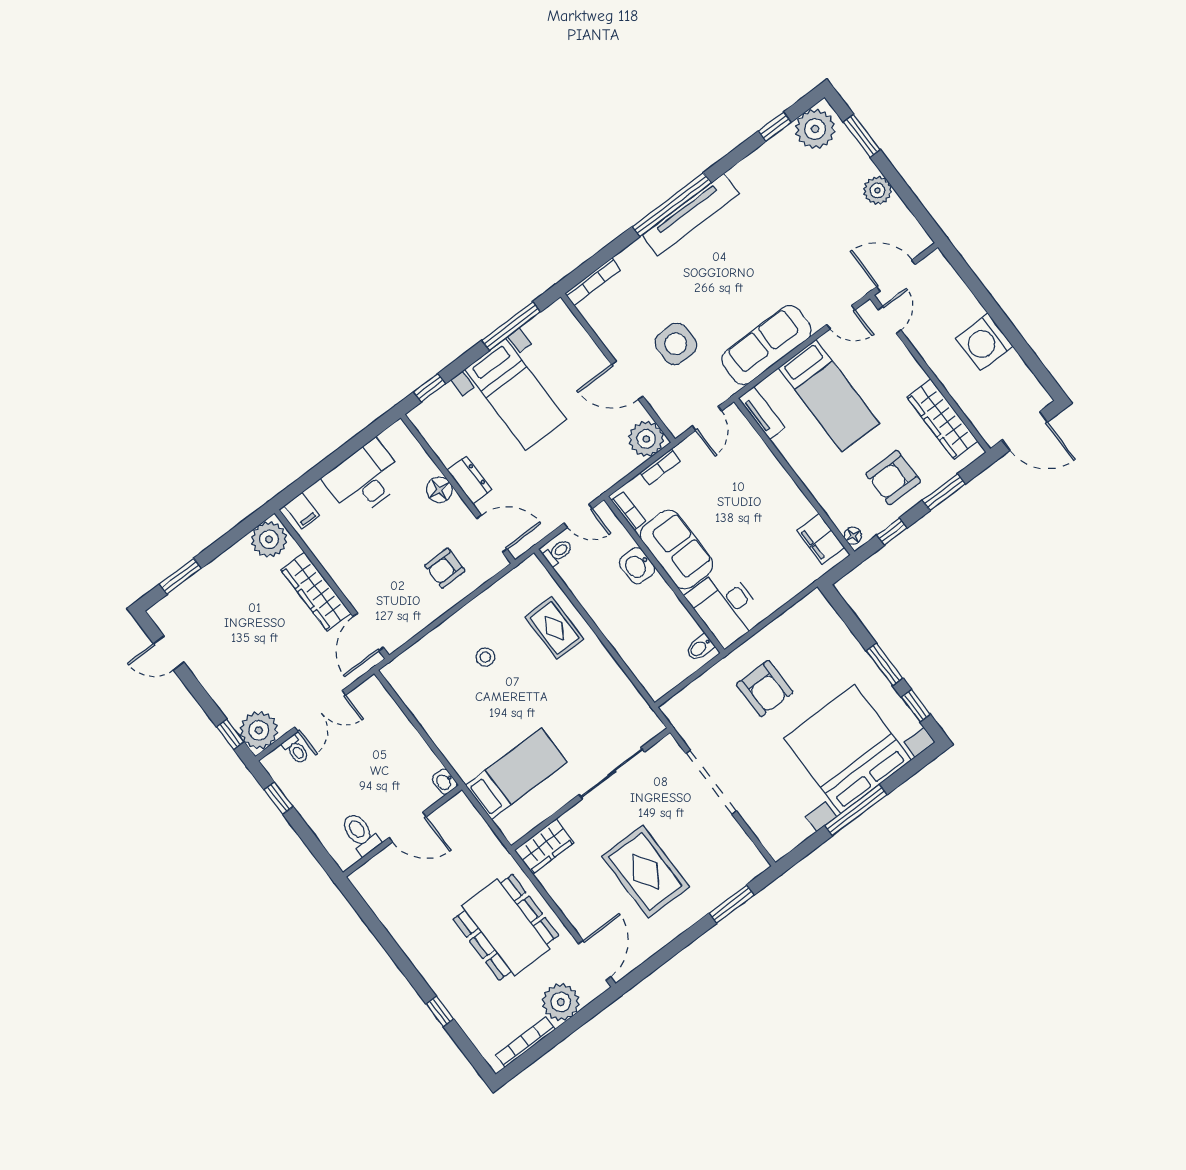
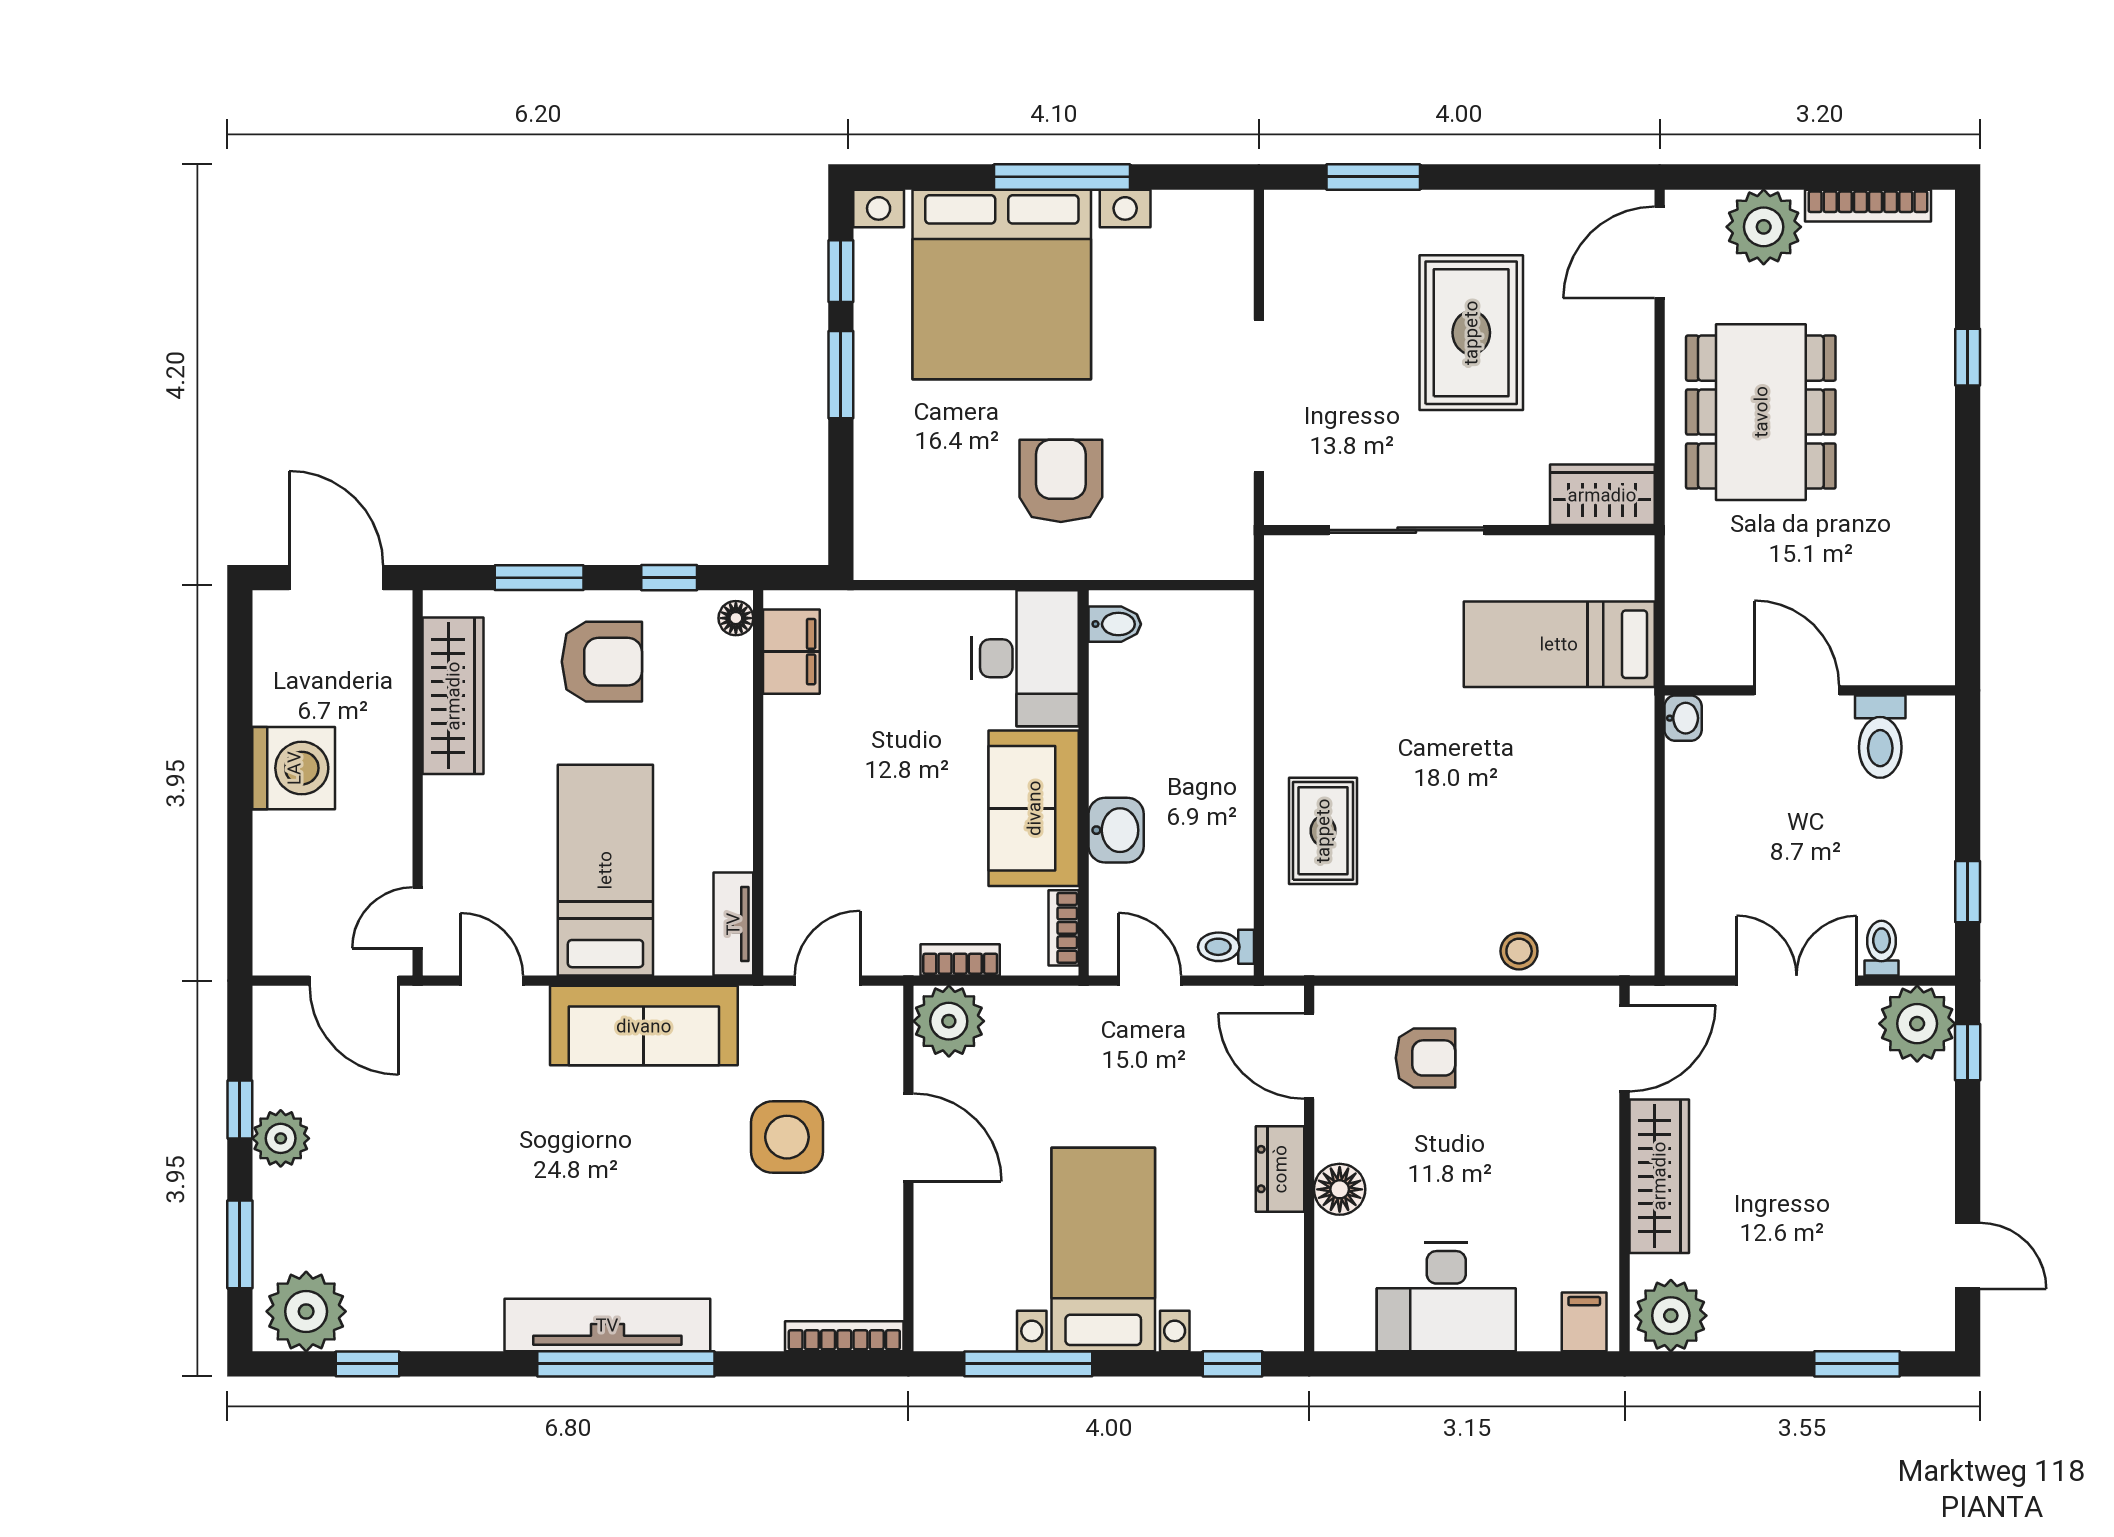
window: (903, 190) -> (240, 1109), added
stool: (485, 657) -> (1519, 951), moved

